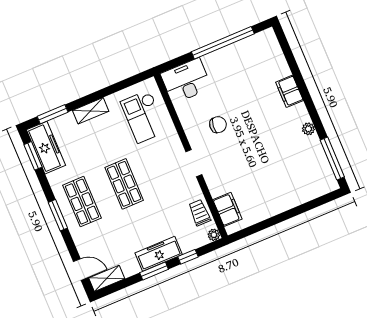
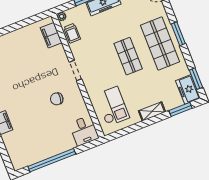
desk: (186, 81) -> (84, 131), width x0.73
freezer: (46, 148) -> (188, 89), width x0.71
shop shelf: (82, 202) -> (160, 44), width x1.43, depth x1.36

